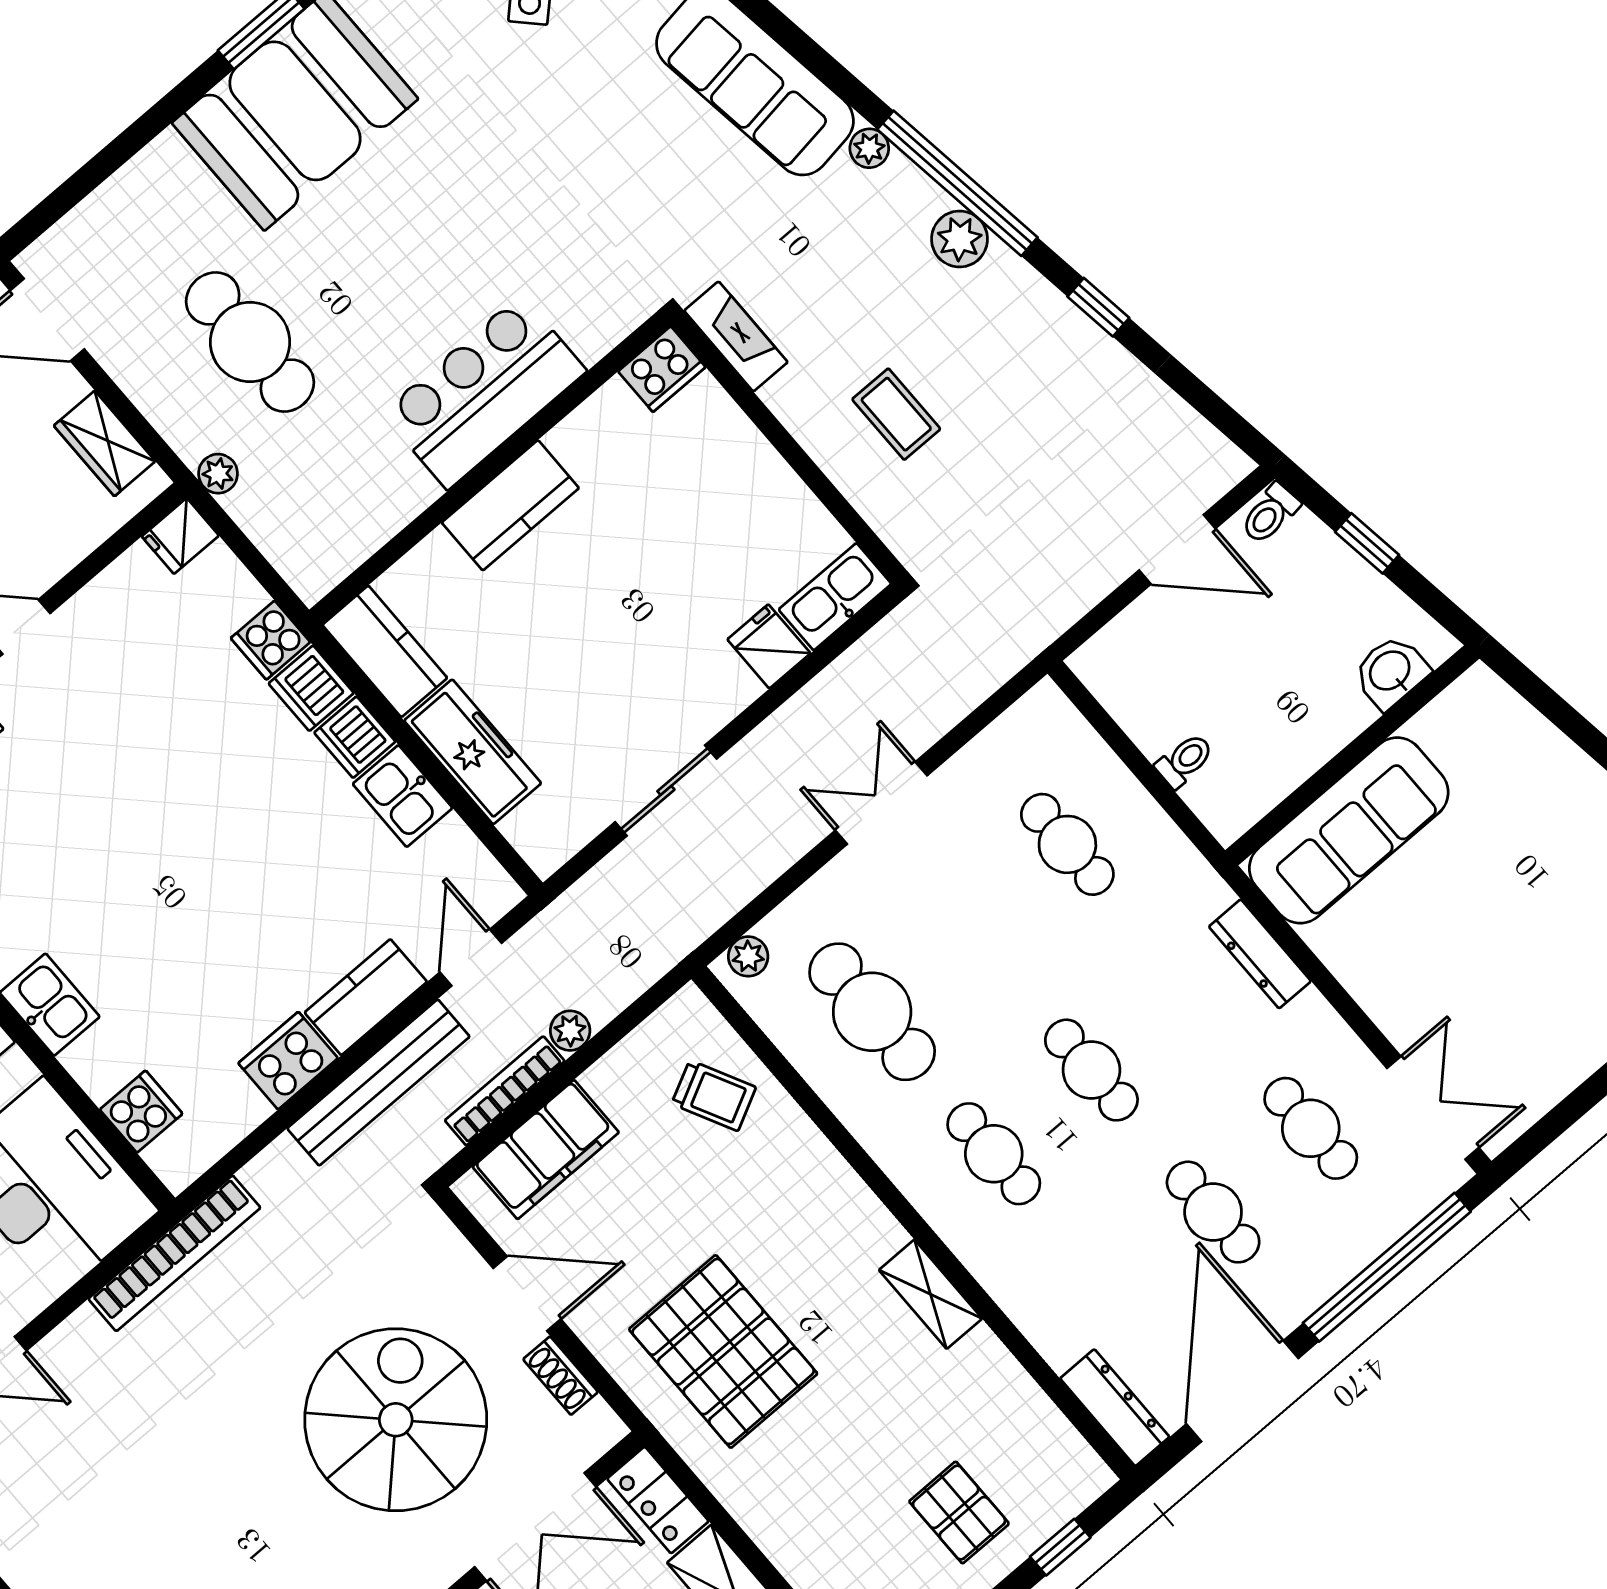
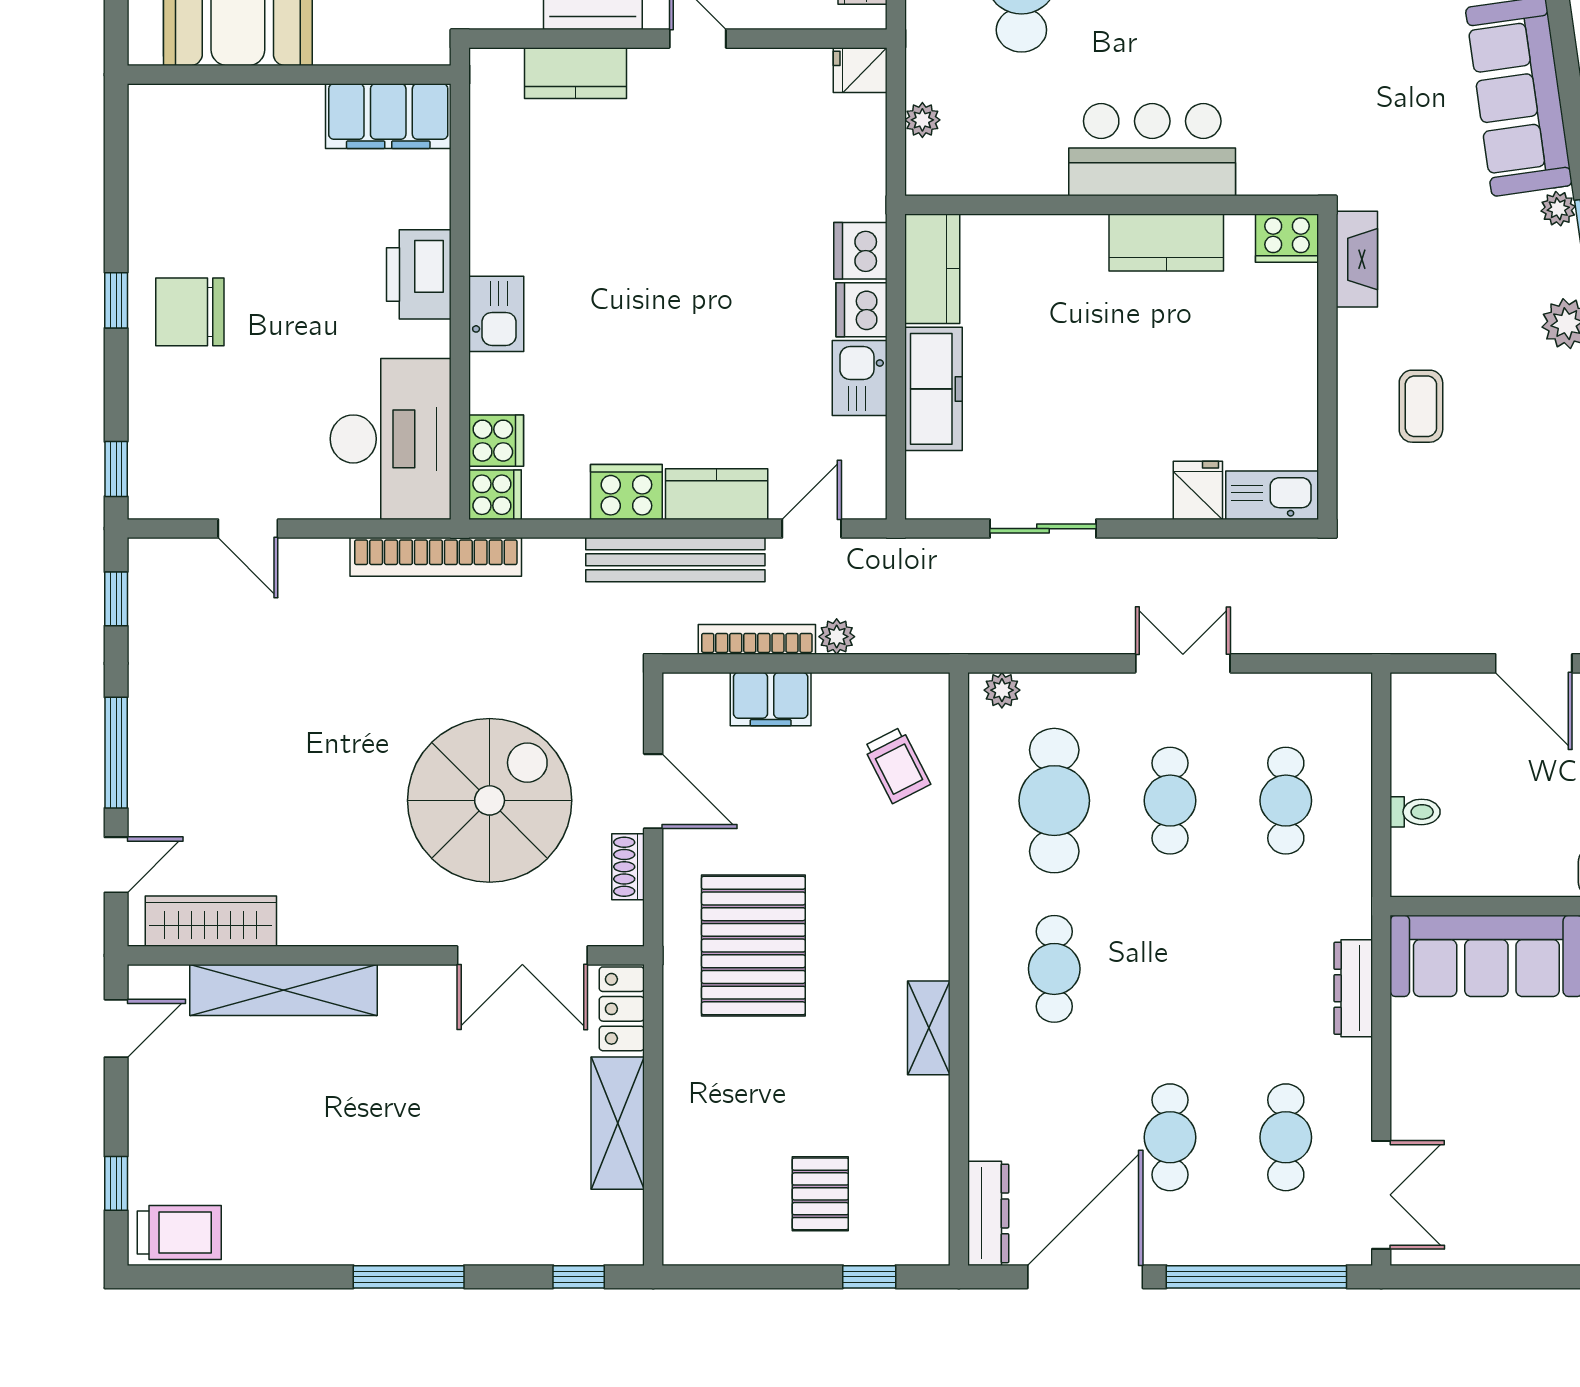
plant: (218, 474) -> (922, 120), moved
kitchen counter: (510, 505) -> (1166, 242), moved
cooker: (271, 640) -> (495, 495), moved, turned 180
cafe table: (1091, 1070) -> (1170, 801), moved
filing cabinet: (546, 1150) -> (771, 699), width x0.67, depth x0.86

